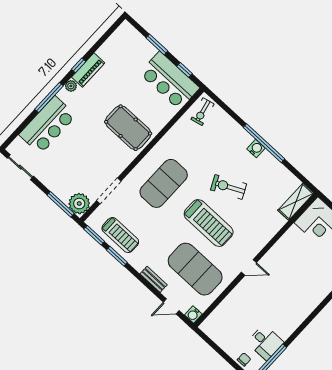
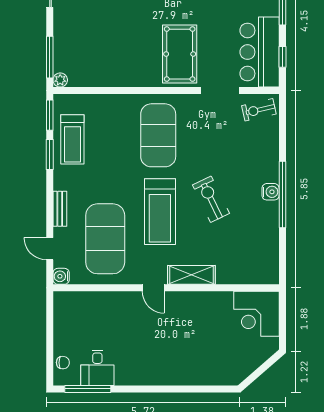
exercise mat: (164, 183) -> (158, 135), turned 90
doorway: (109, 191) -> (220, 90), moved
shelving: (296, 202) -> (191, 275), moved
plant: (79, 204) -> (60, 80), width x0.53, depth x0.53

